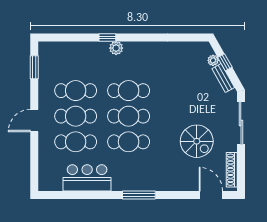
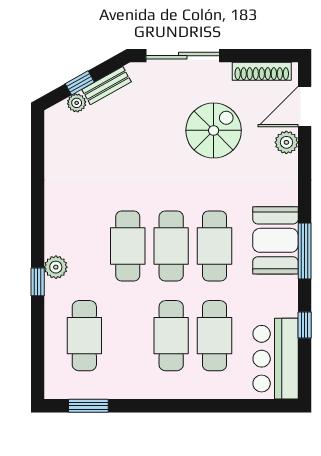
cafe table: (76, 91) -> (84, 336), moved
door: (34, 121) -> (178, 406), removed
bar counter: (87, 178) -> (276, 359), moved
booth: (132, 178) -> (275, 240), added
plant: (190, 184) -> (286, 142), added
window: (82, 195) -> (305, 325), added
window: (139, 195) -> (305, 251), moved

